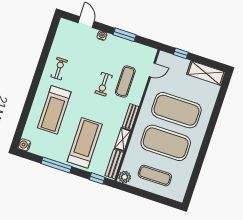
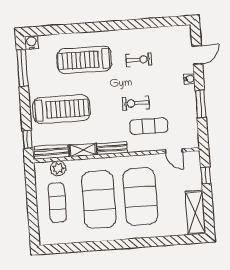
exercise bike: (59, 69) -> (139, 60), moved
window: (56, 165) -> (22, 68), moved
plant: (125, 177) -> (58, 168), moved

